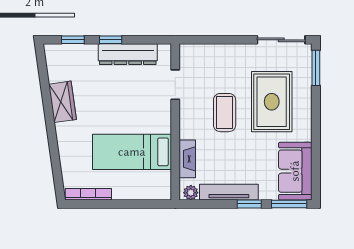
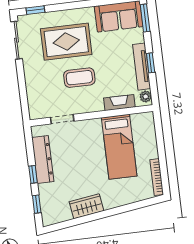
window: (316, 68) -> (35, 10), width x0.67
window: (249, 204) -> (151, 63), moved

